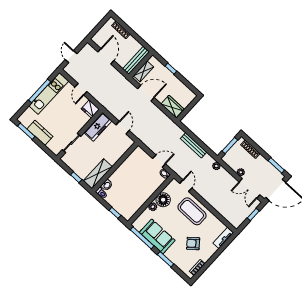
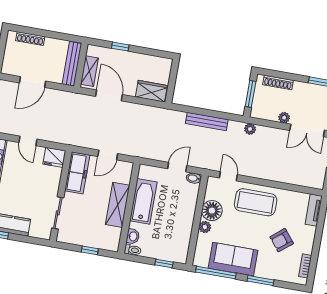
door: (106, 56) -> (33, 82), swing flipped
door: (146, 93) -> (109, 95), hinge flipped
door: (123, 128) -> (108, 155), swing flipped
bathtub: (126, 169) -> (143, 201), added
shelving: (98, 174) -> (118, 205), moved

